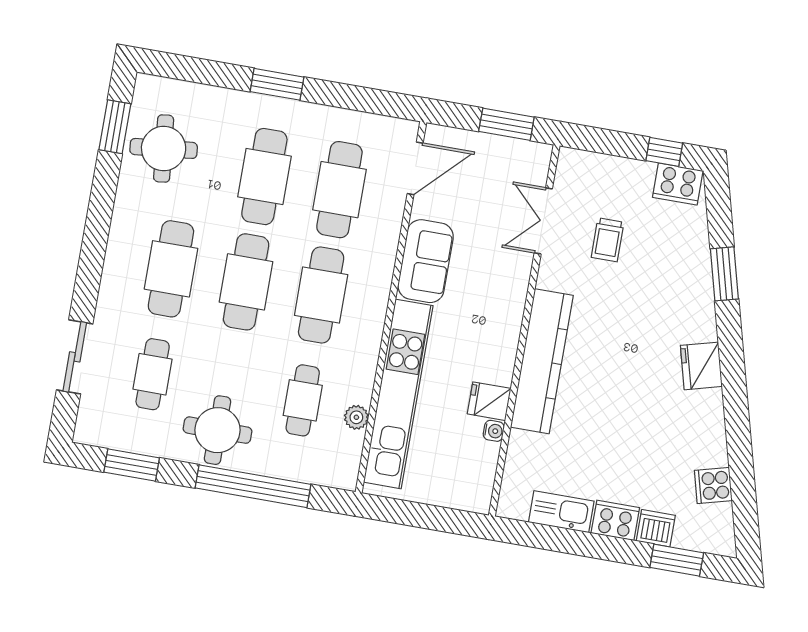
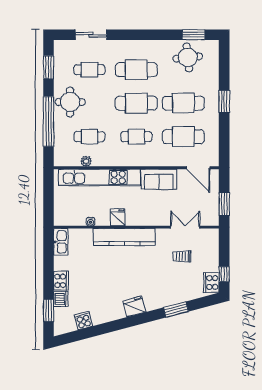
cafe table: (321, 295) -> (136, 137), width x0.73, depth x0.74
fridge: (489, 401) -> (118, 217), moved
kitchen sink: (561, 512) -> (61, 242), moved

